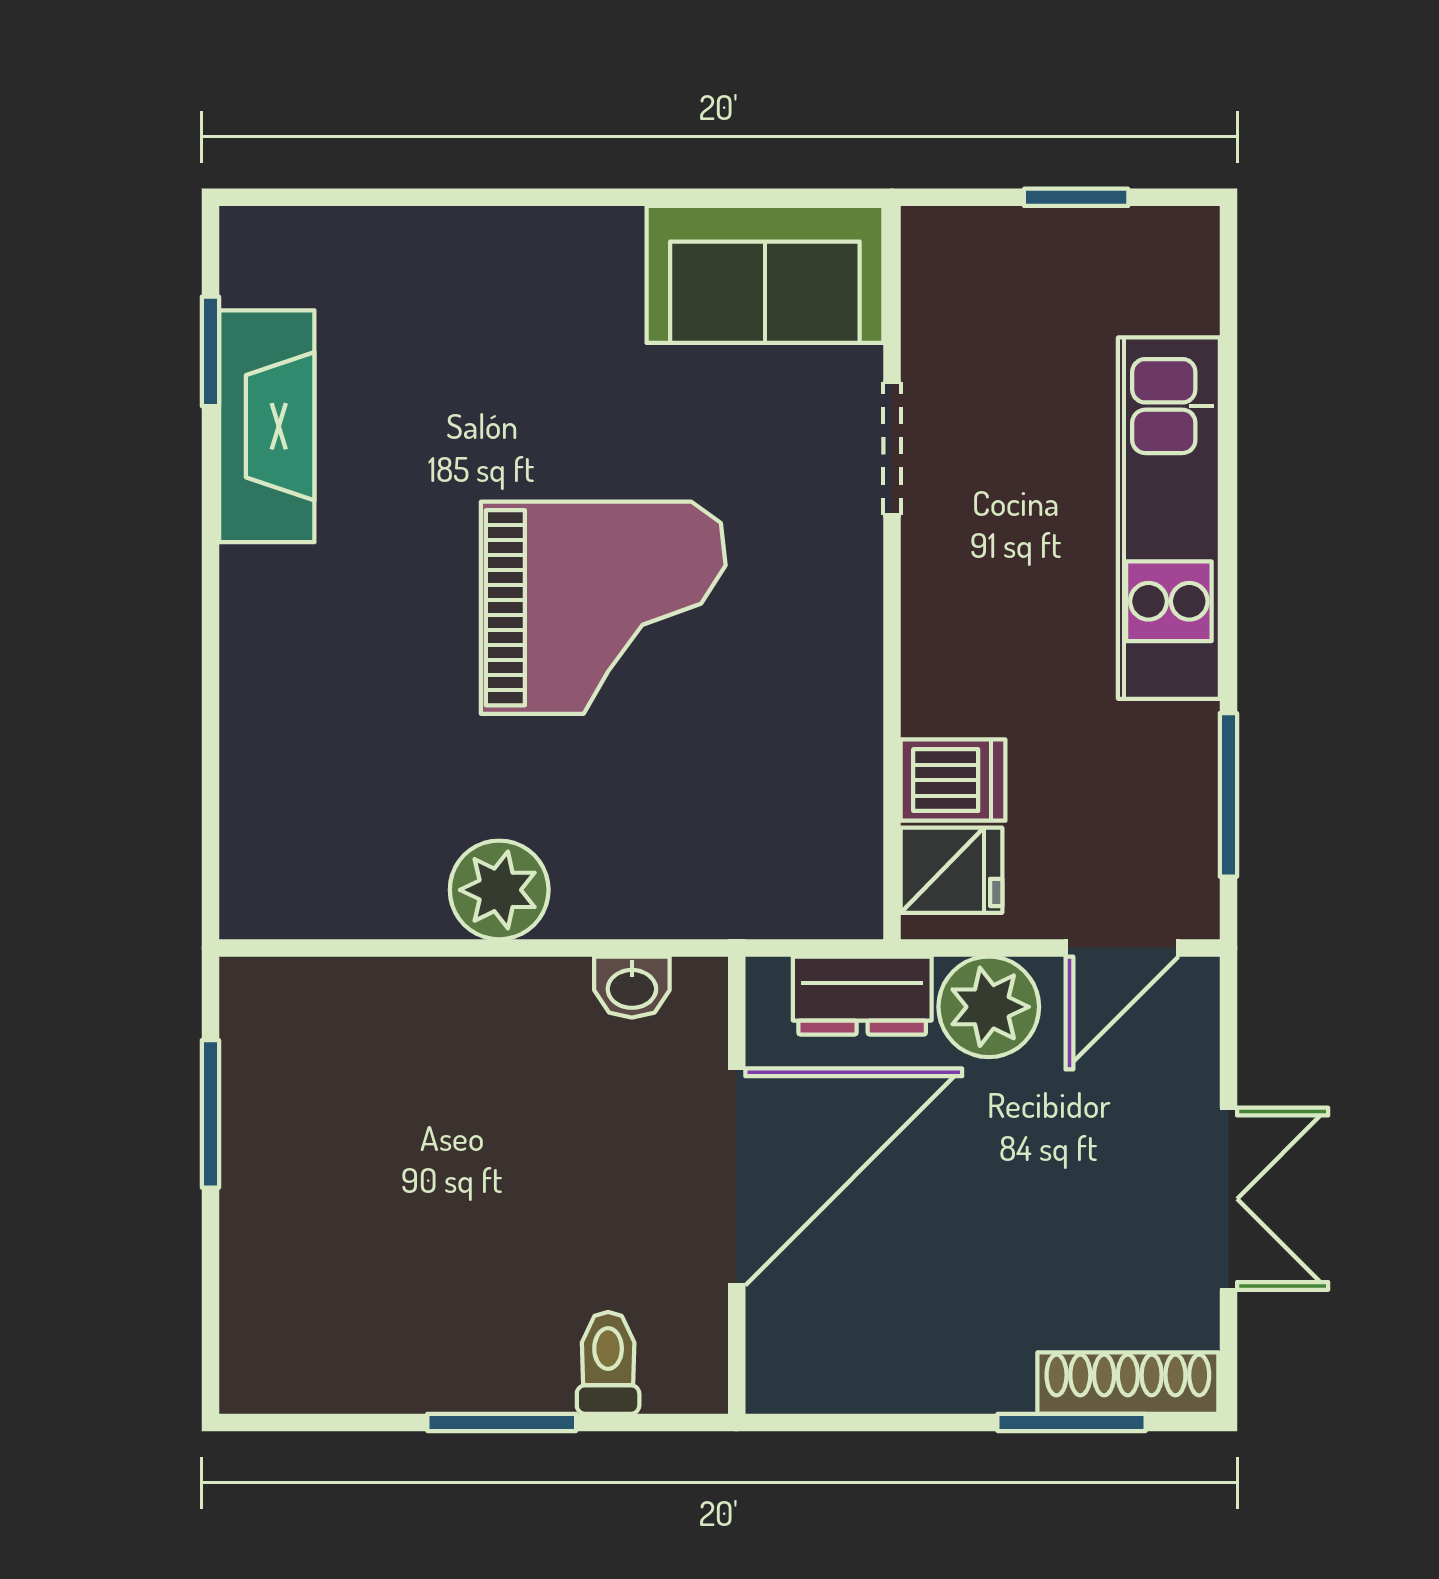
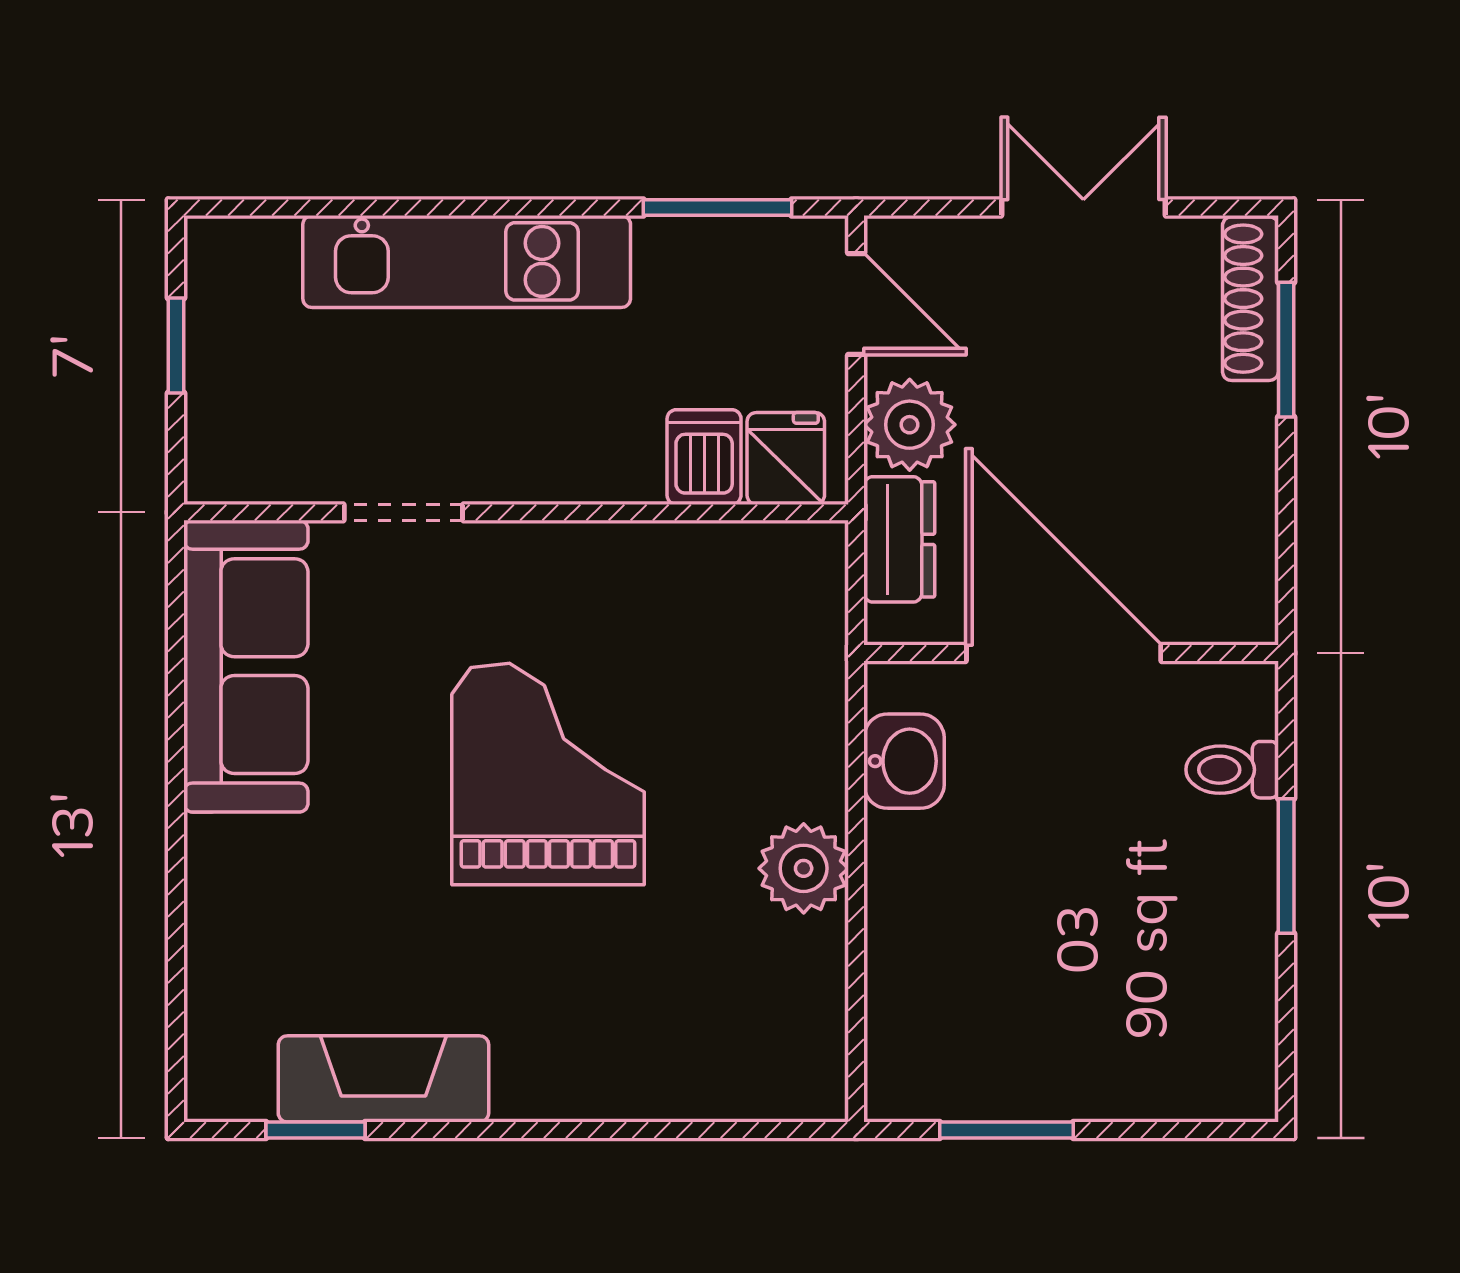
sofa: (765, 274) -> (246, 666), width x1.36
washbasin: (632, 987) -> (904, 761), width x1.38, depth x1.45

